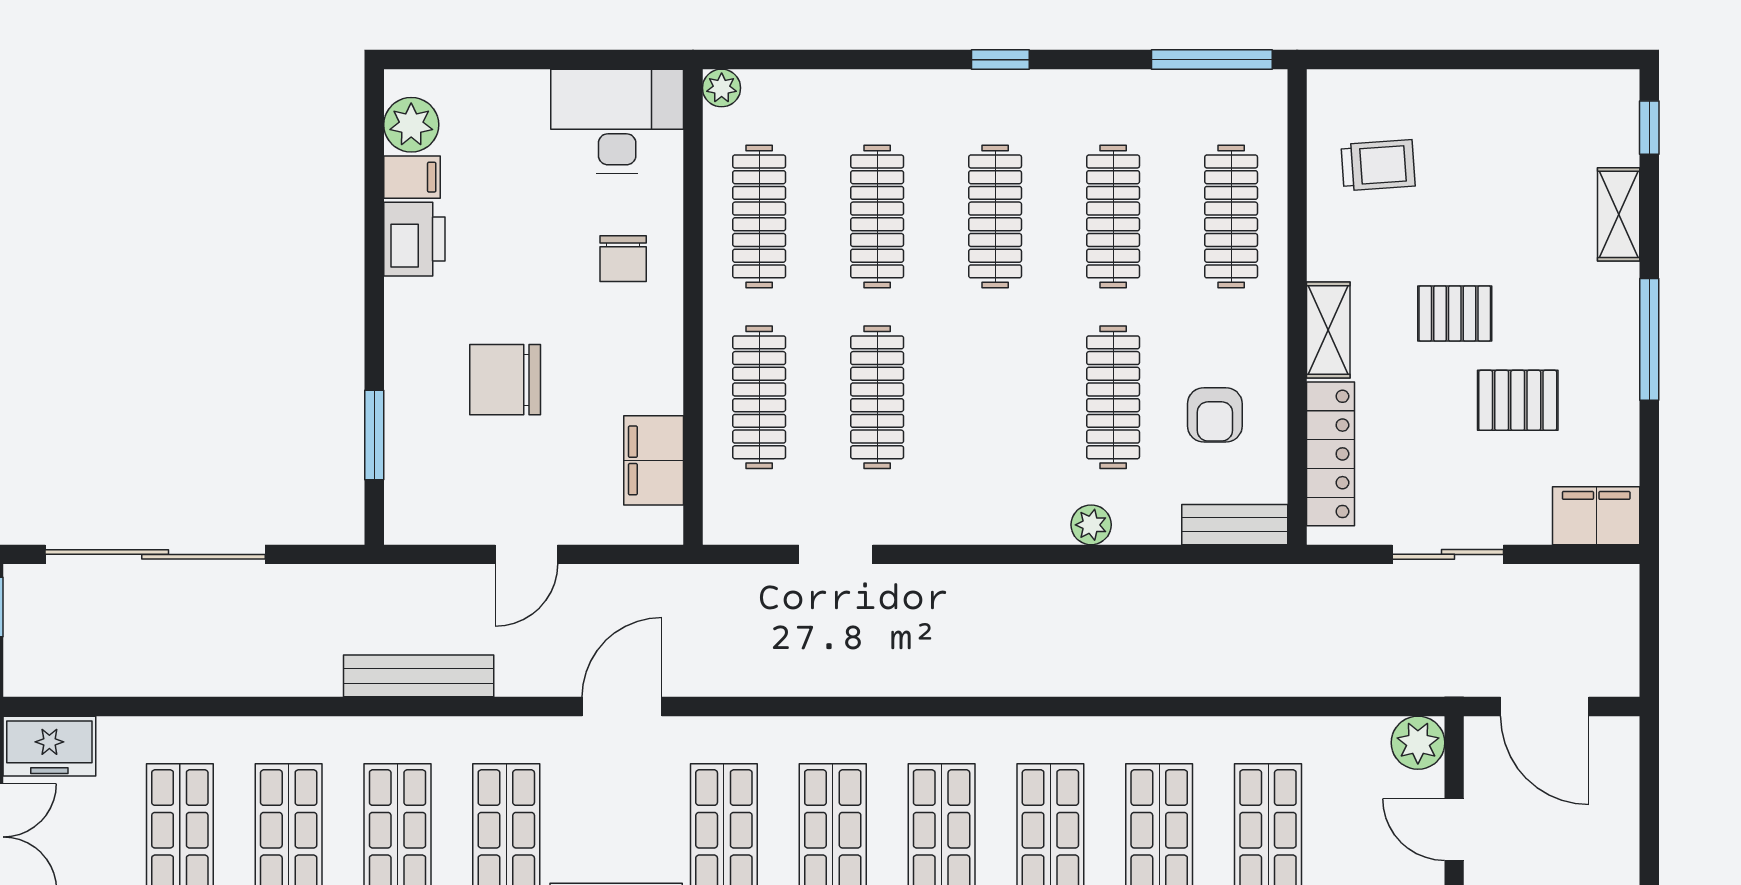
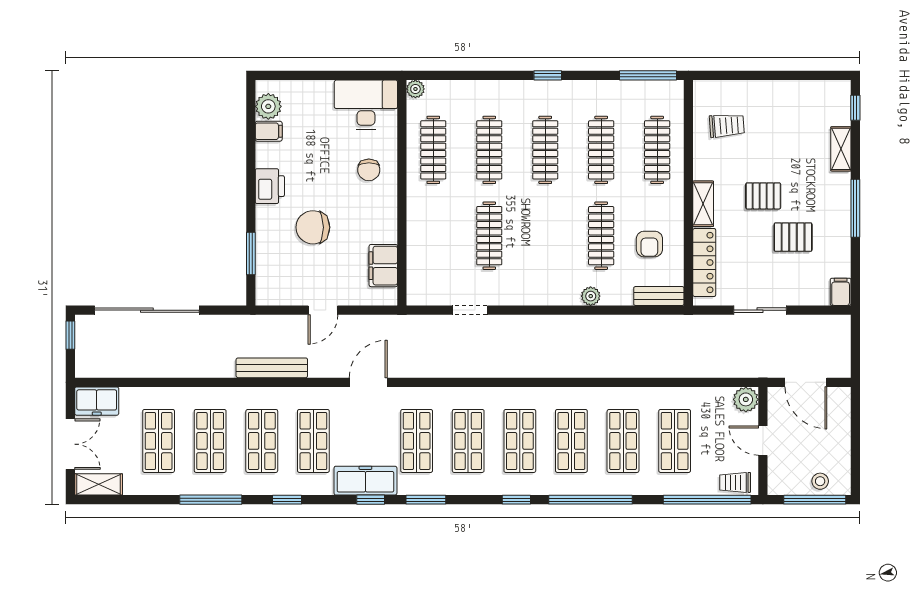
printer: (414, 239) -> (270, 186), moved
clothes rail: (759, 397) -> (433, 236), removed
filing cabinet: (1596, 516) -> (841, 292), width x0.50

